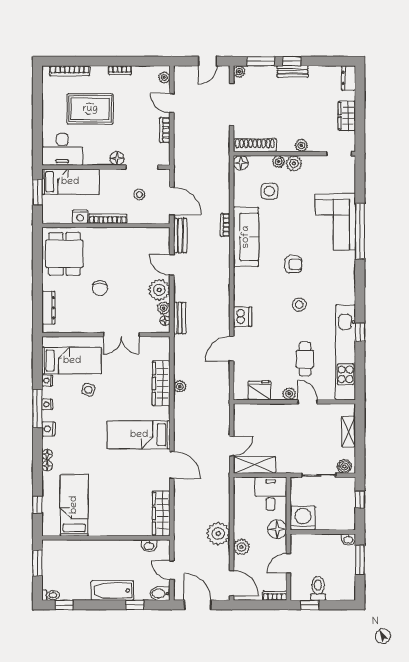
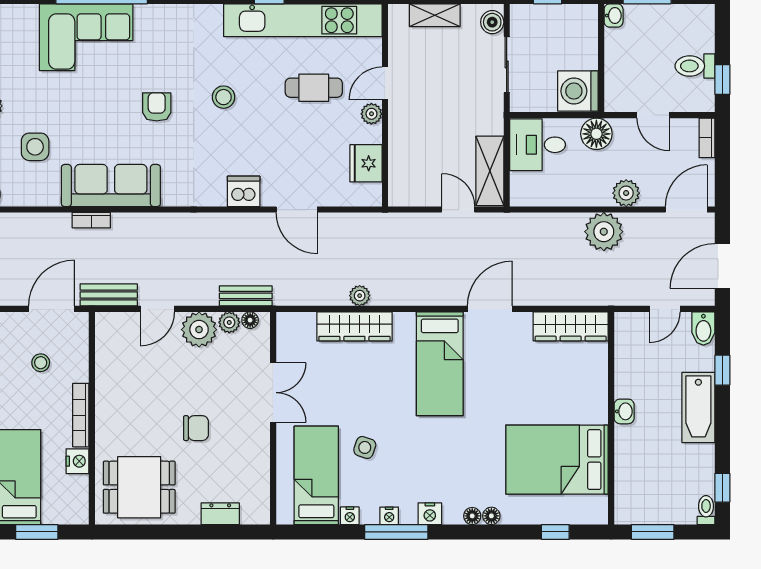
dresser: (48, 308) -> (220, 514), width x0.70
bed: (74, 505) -> (557, 460), width x1.50
washbasin: (149, 546) -> (624, 411), moved

